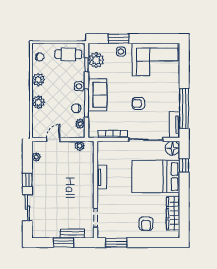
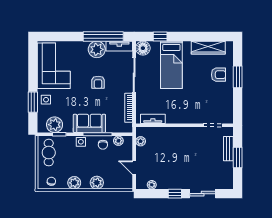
plant: (171, 102) -> (97, 49), added
tv unit: (102, 177) -> (153, 119), moved
bed: (156, 177) -> (171, 65), width x0.67
window: (116, 243) -> (238, 77), moved

